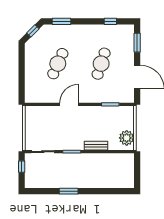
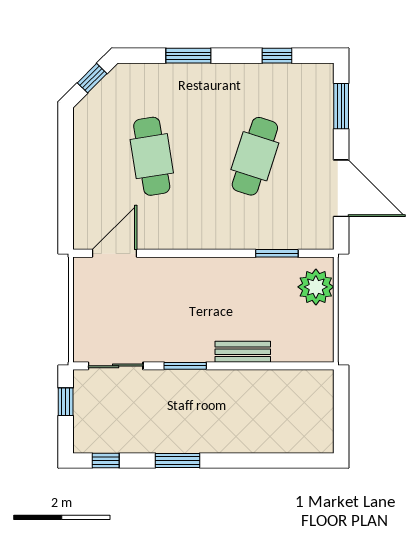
window: (62, 21) -> (188, 56), moved
cafe table: (58, 64) -> (152, 156), turned -33
door: (69, 104) -> (114, 253), moved
plant: (127, 138) -> (316, 287), moved
window: (38, 191) -> (106, 461), added

